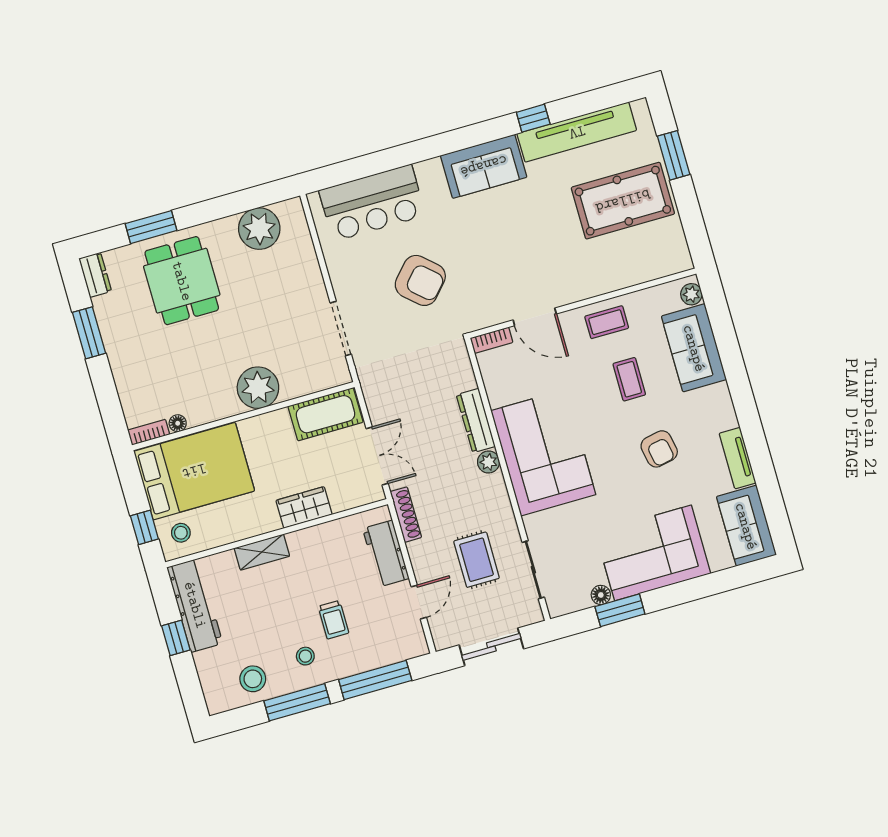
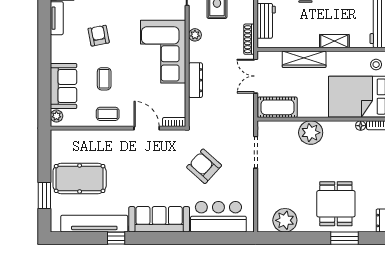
sofa: (484, 166) -> (159, 219), width x1.36
plant: (488, 462) -> (195, 35), moved
wardrobe: (304, 507) -> (304, 59), width x1.50

